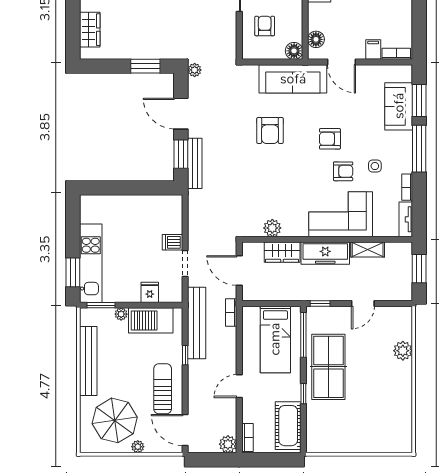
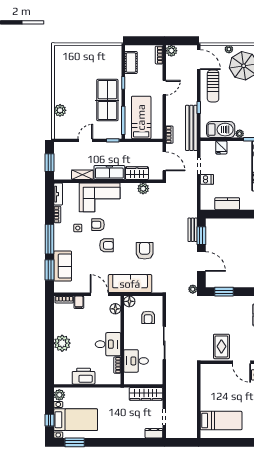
bench: (195, 163) -> (193, 230), width x0.73
kitchen counter: (140, 204) -> (227, 204), added
cot: (288, 426) -> (131, 63), width x0.73, depth x0.75

